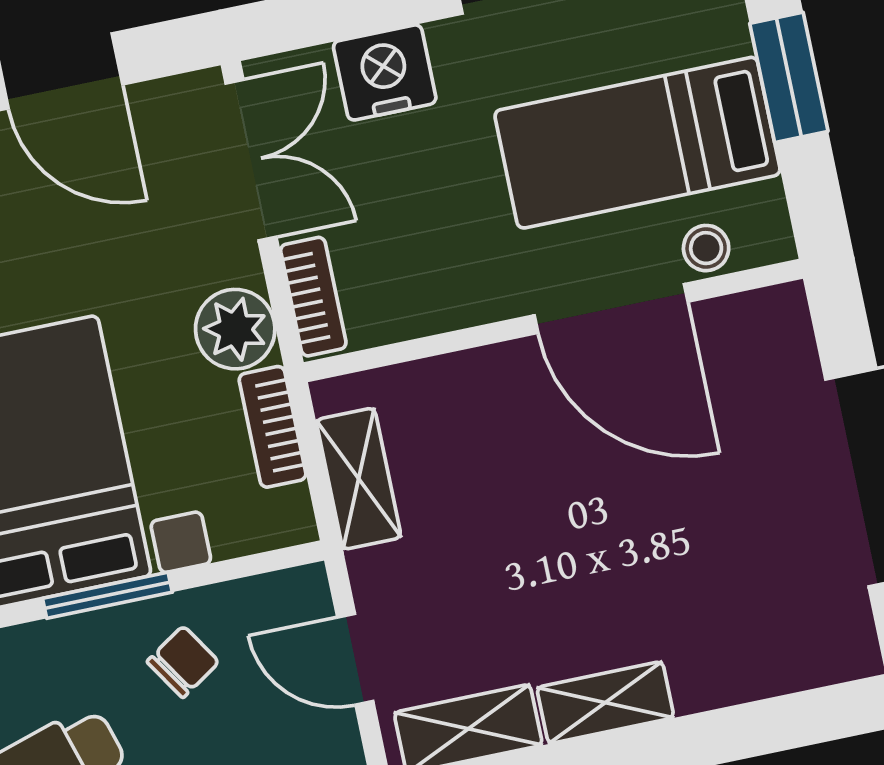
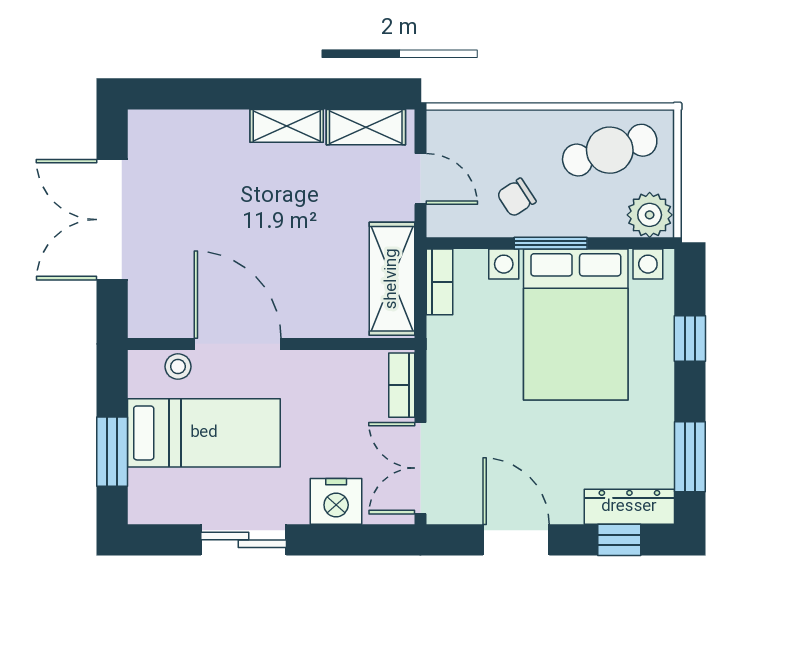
plant: (235, 329) -> (449, 376), removed
bookcase: (273, 427) -> (439, 282), moved
shelving: (359, 479) -> (392, 279), width x1.50, depth x1.33

